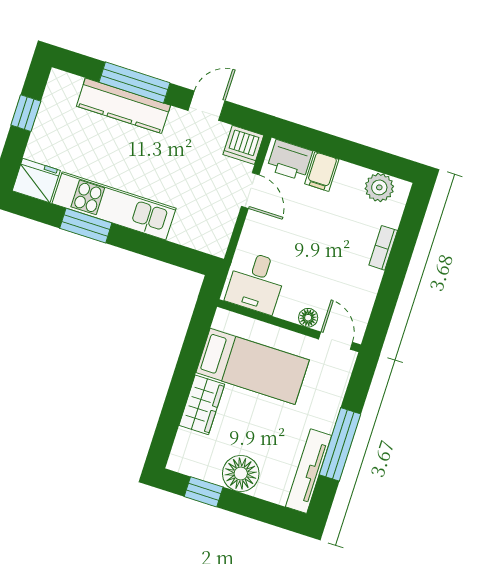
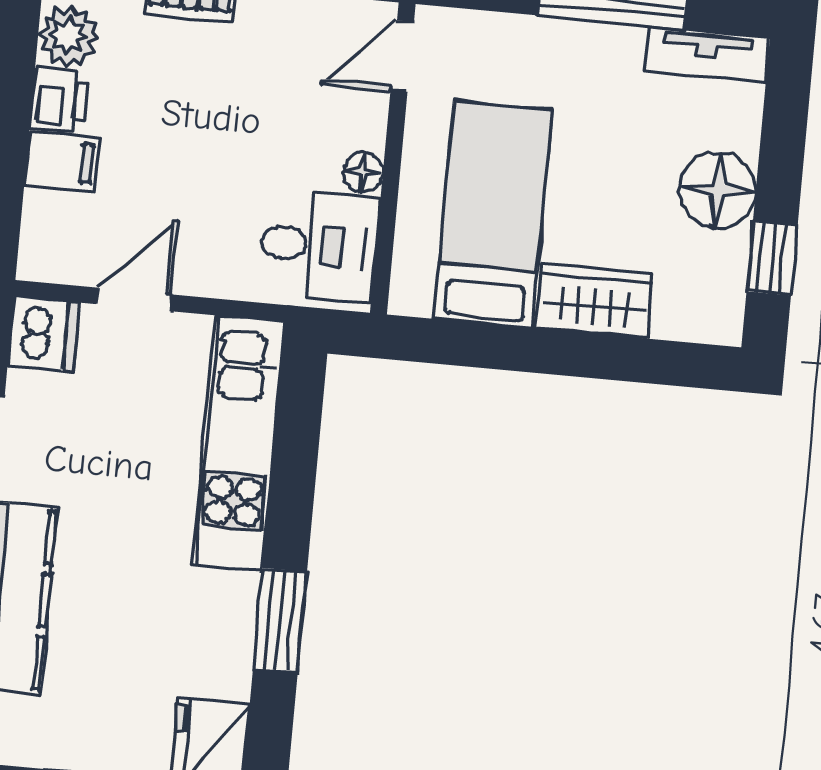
printer: (290, 160) -> (59, 100), moved, width x0.73, depth x0.81
kitchen unit: (114, 206) -> (239, 443), moved
floor lamp: (308, 318) -> (363, 172), moved
tv unit: (309, 471) -> (707, 55), width x0.71

